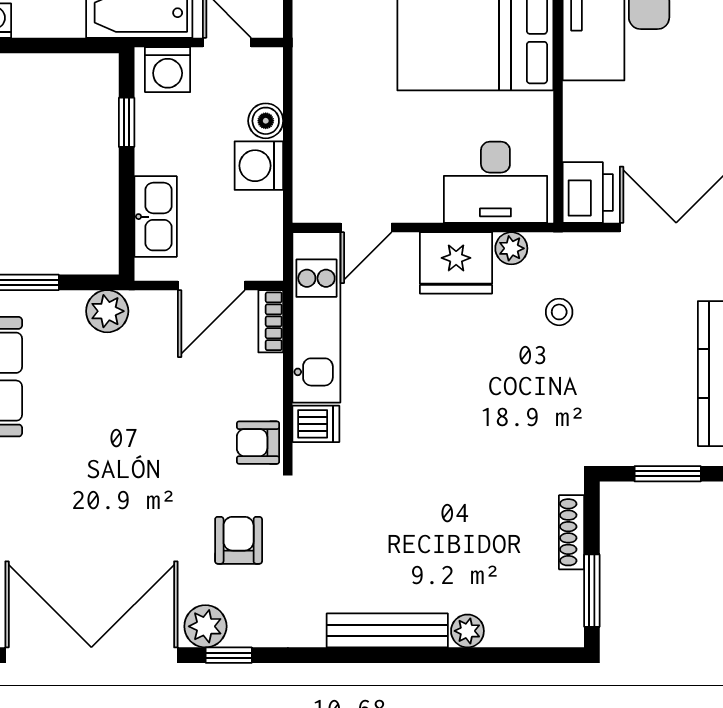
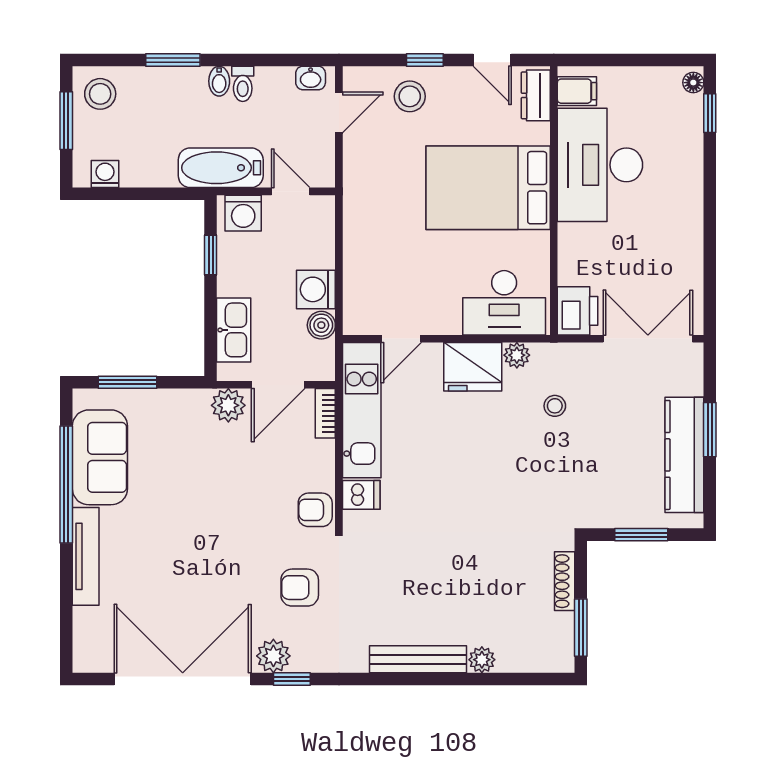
boiler: (266, 121) -> (321, 325), moved
plant: (107, 311) -> (228, 405), moved
armchair: (239, 540) -> (300, 588), turned -90

